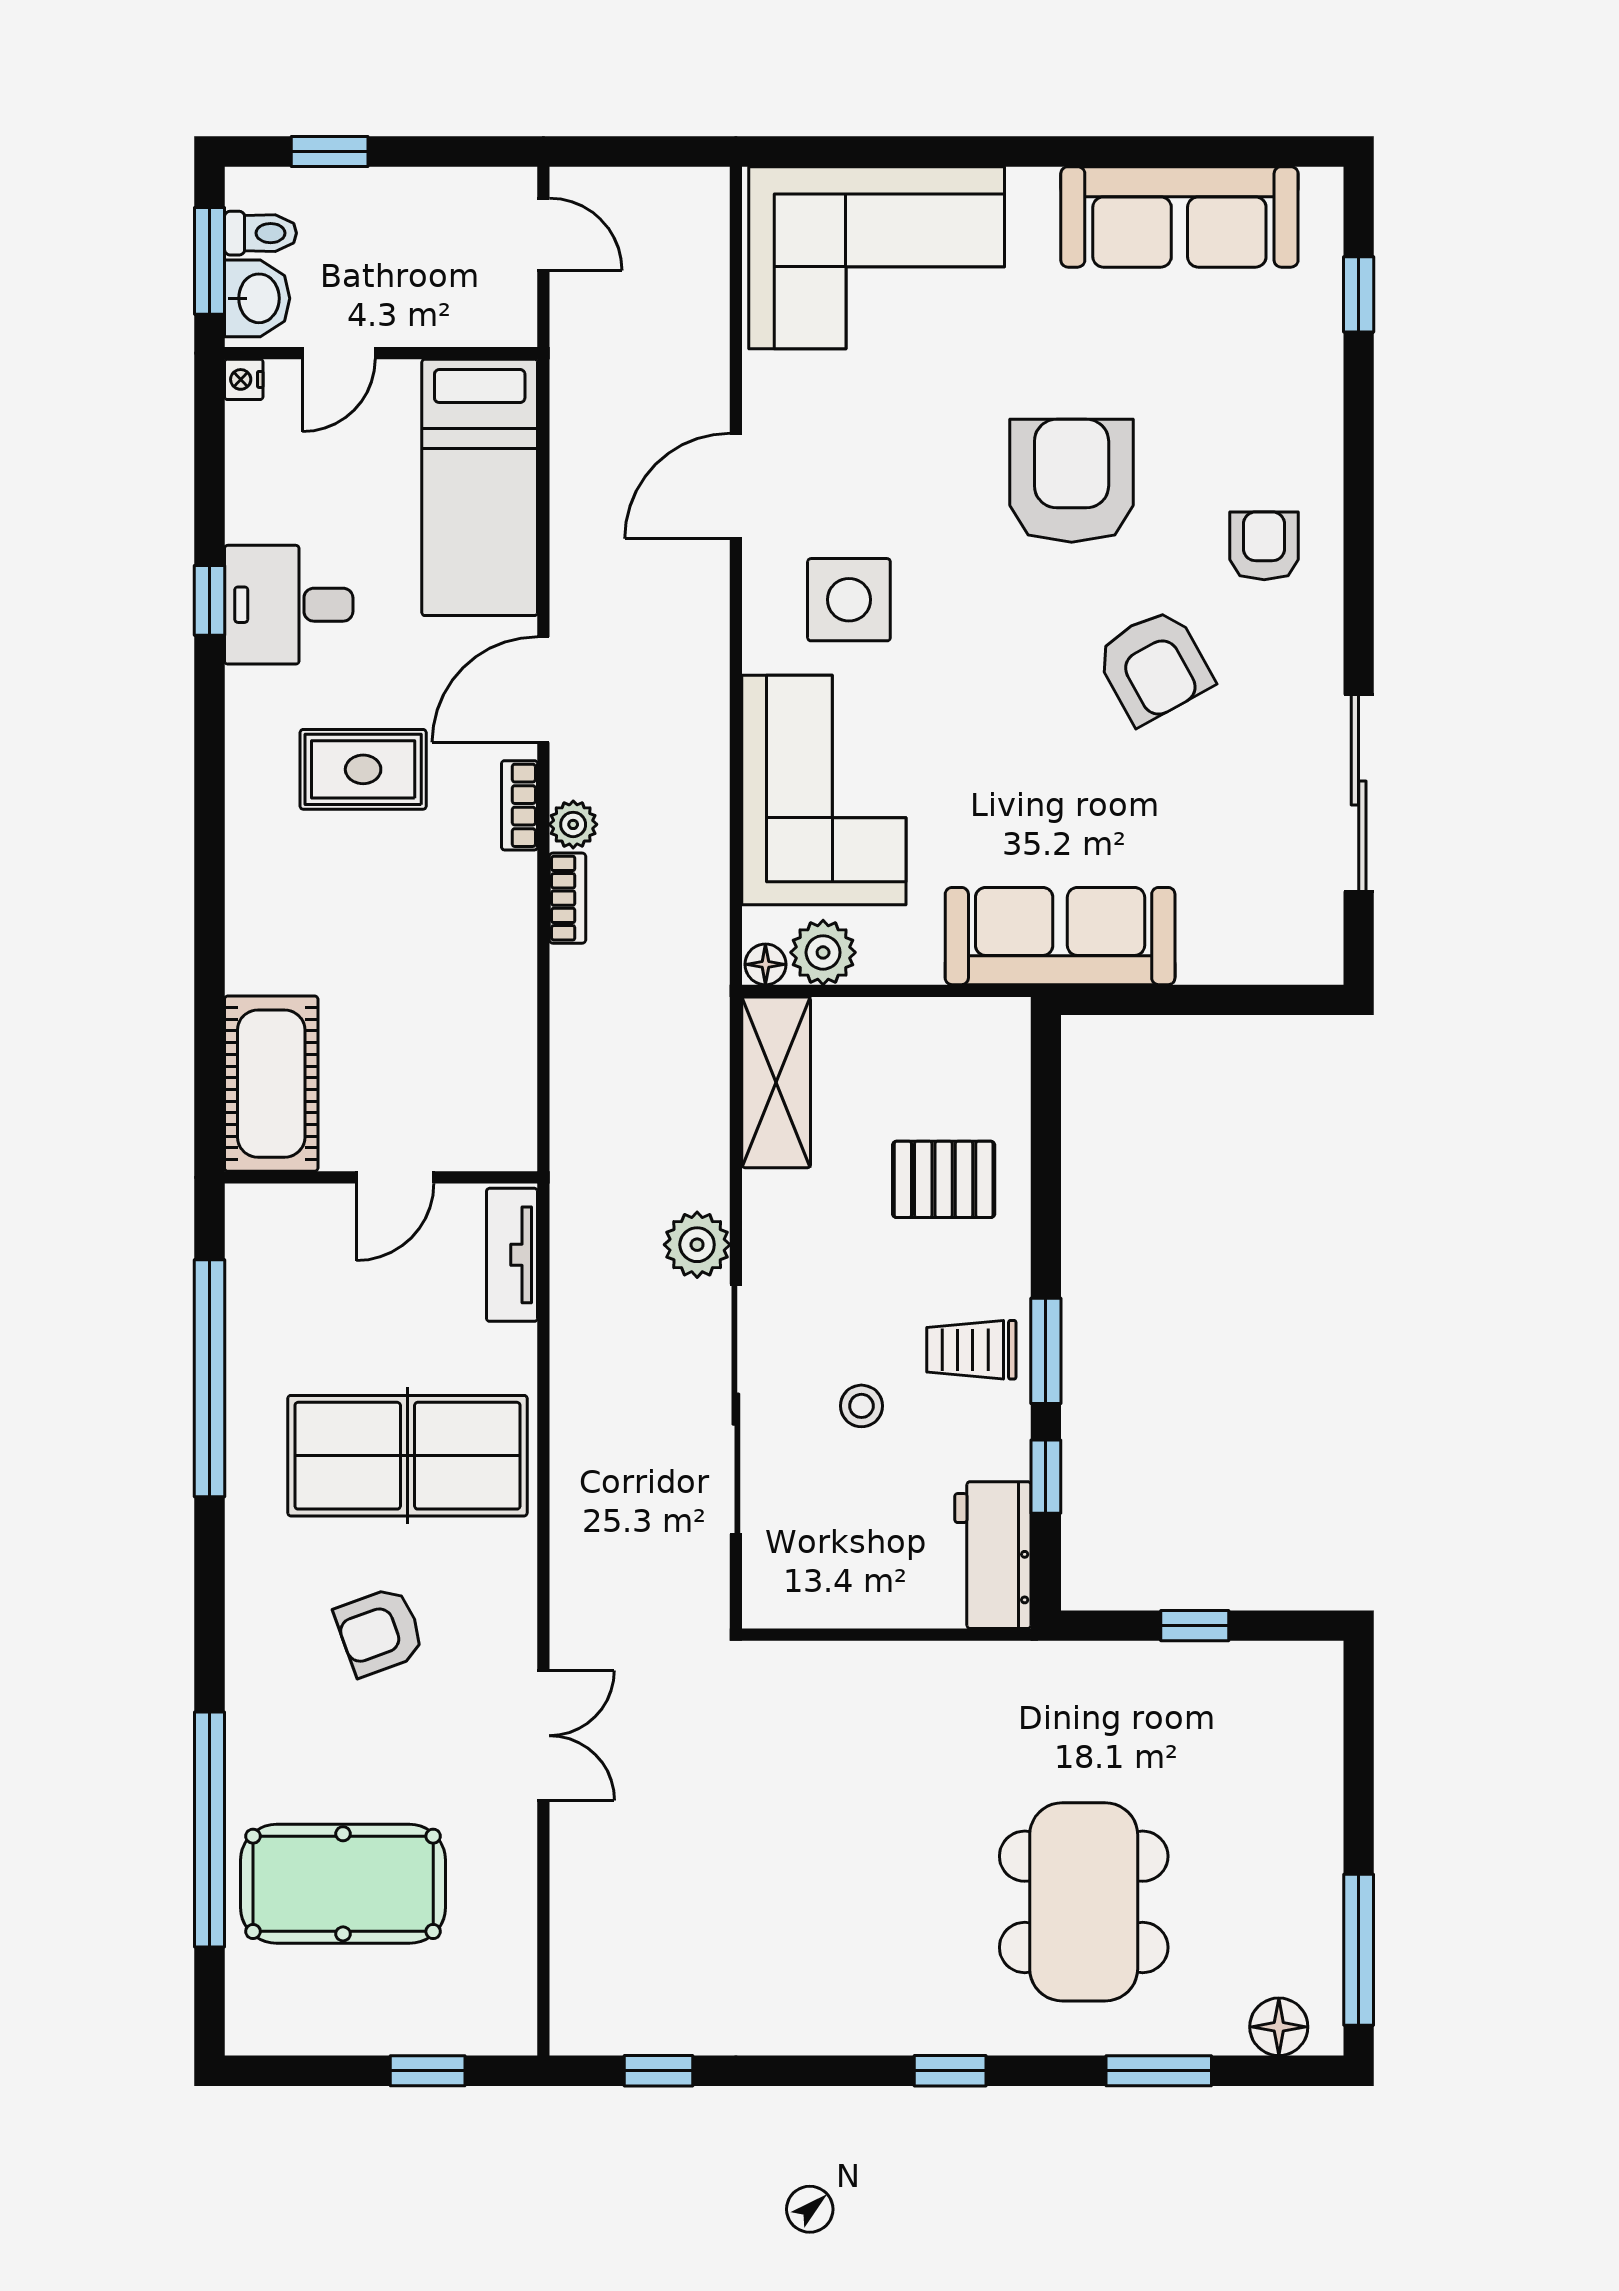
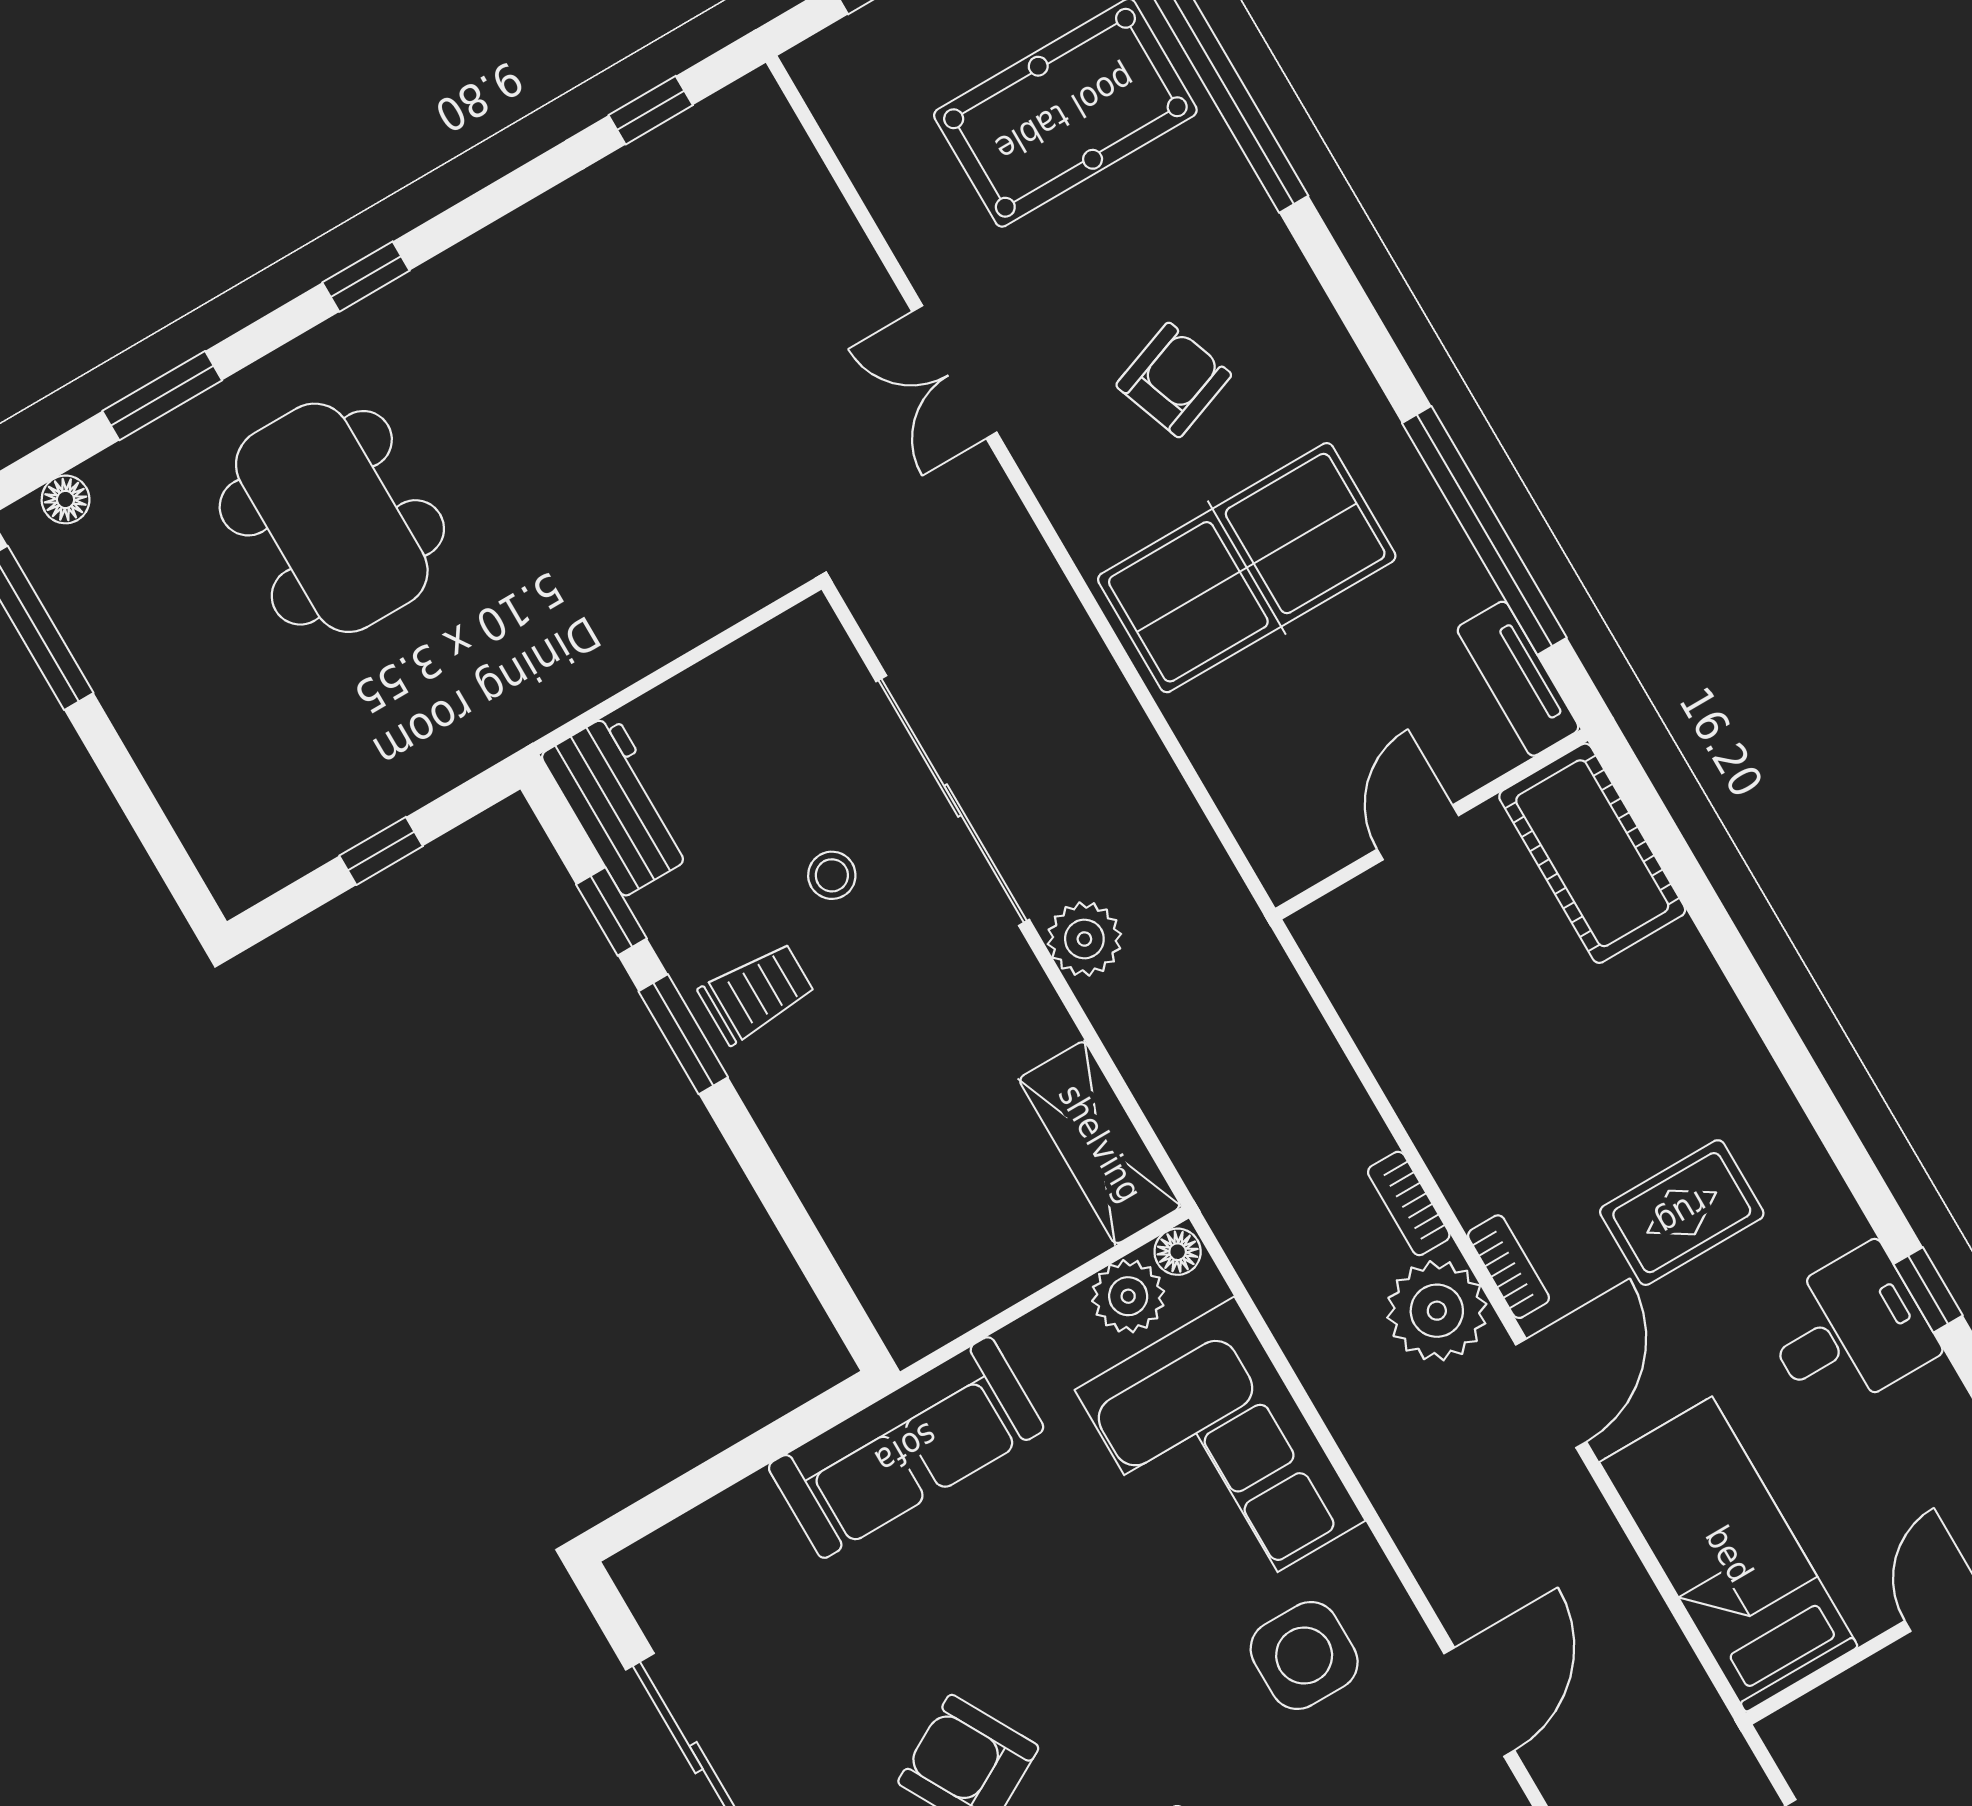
plant: (573, 824) -> (1437, 1311), width x1.87, depth x1.87
pallet: (944, 1179) -> (881, 1143), removed
tv unit: (512, 1255) -> (1518, 679), moved, turned 180
floor lamp: (1279, 2027) -> (66, 499), width x0.73, depth x0.73

